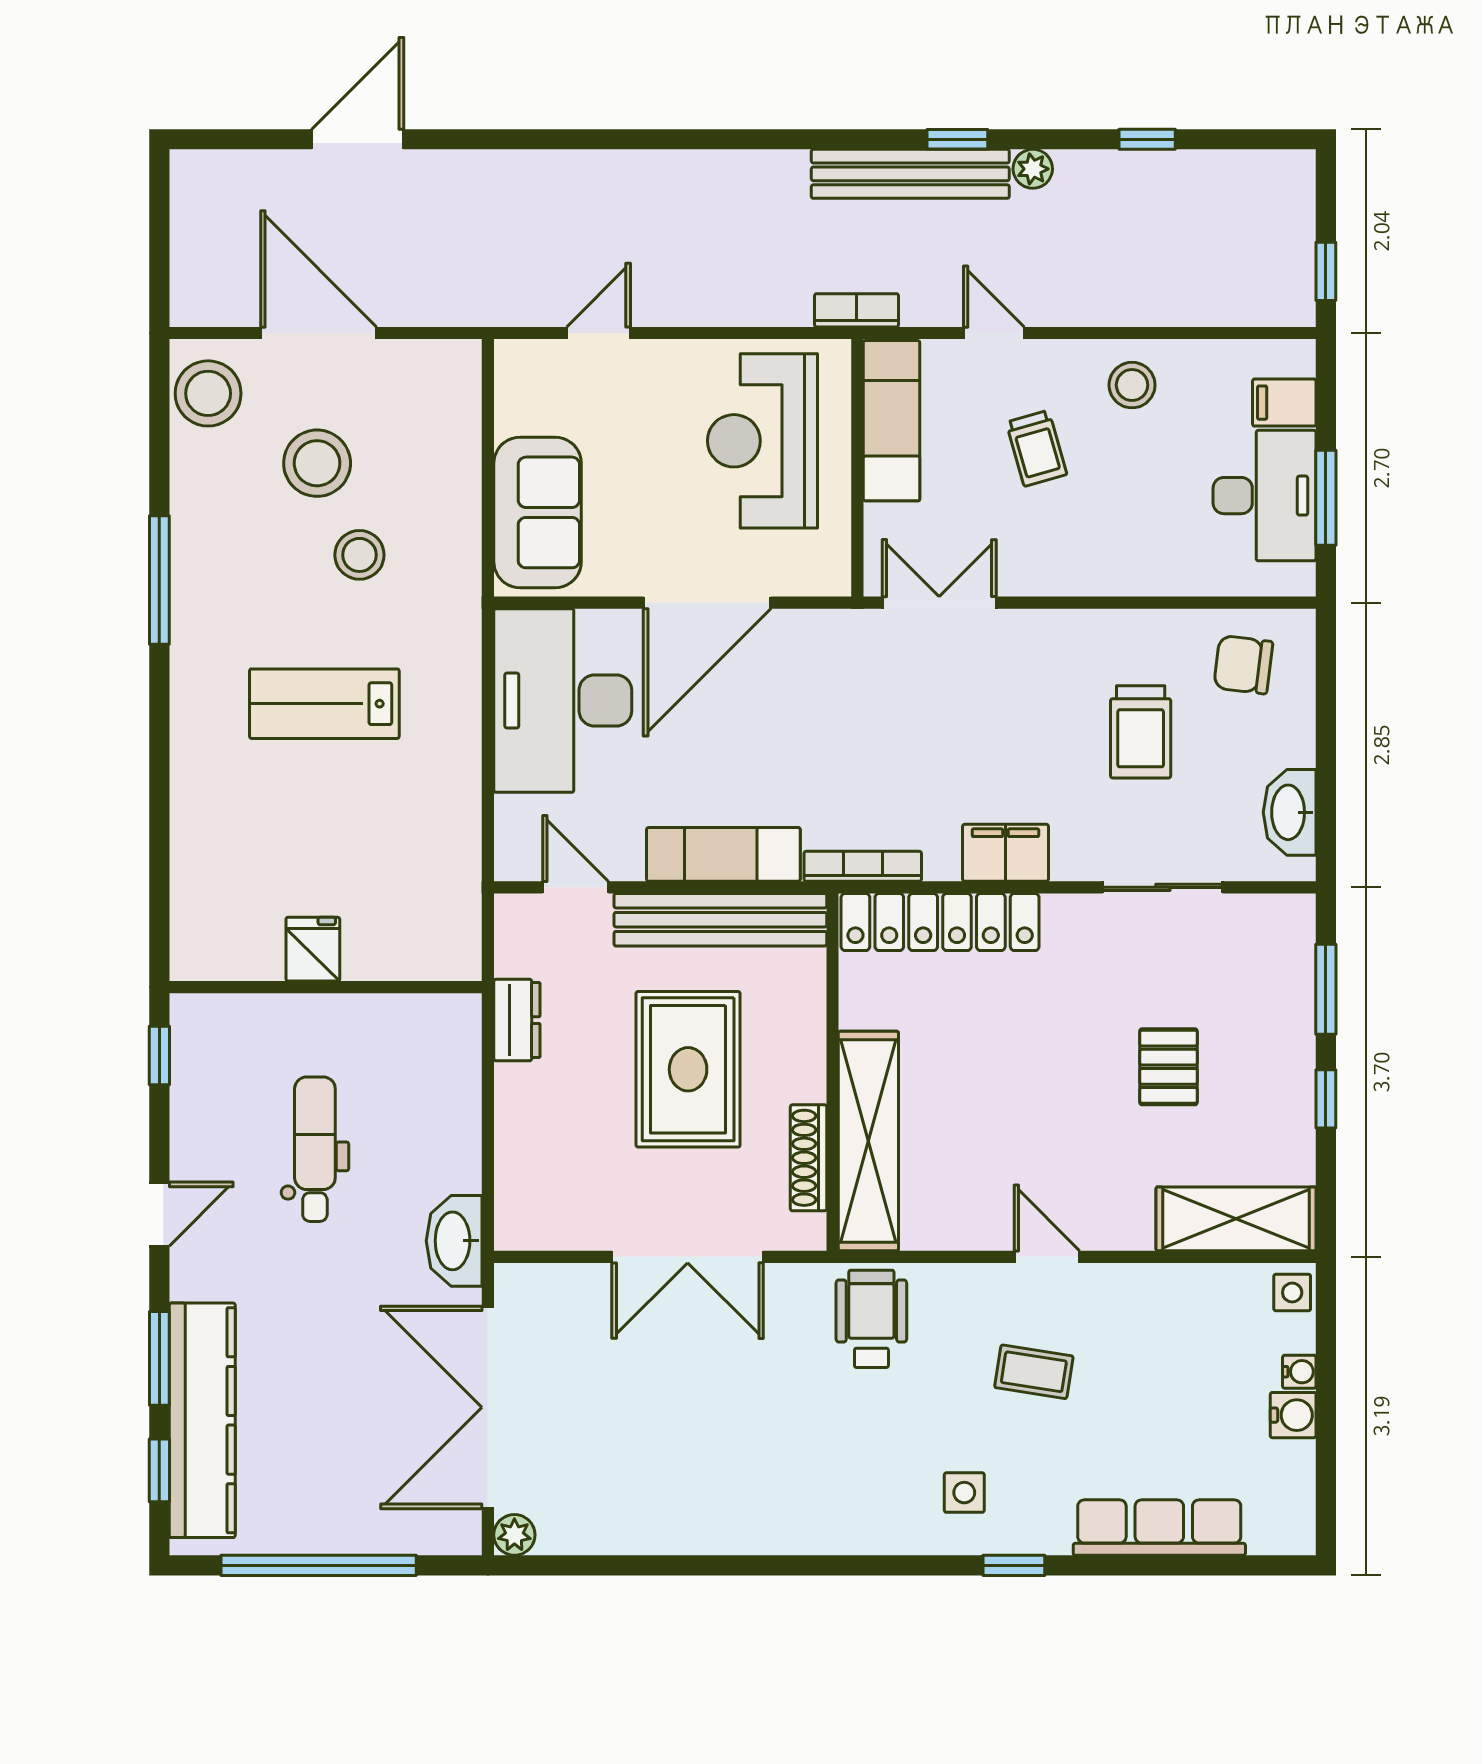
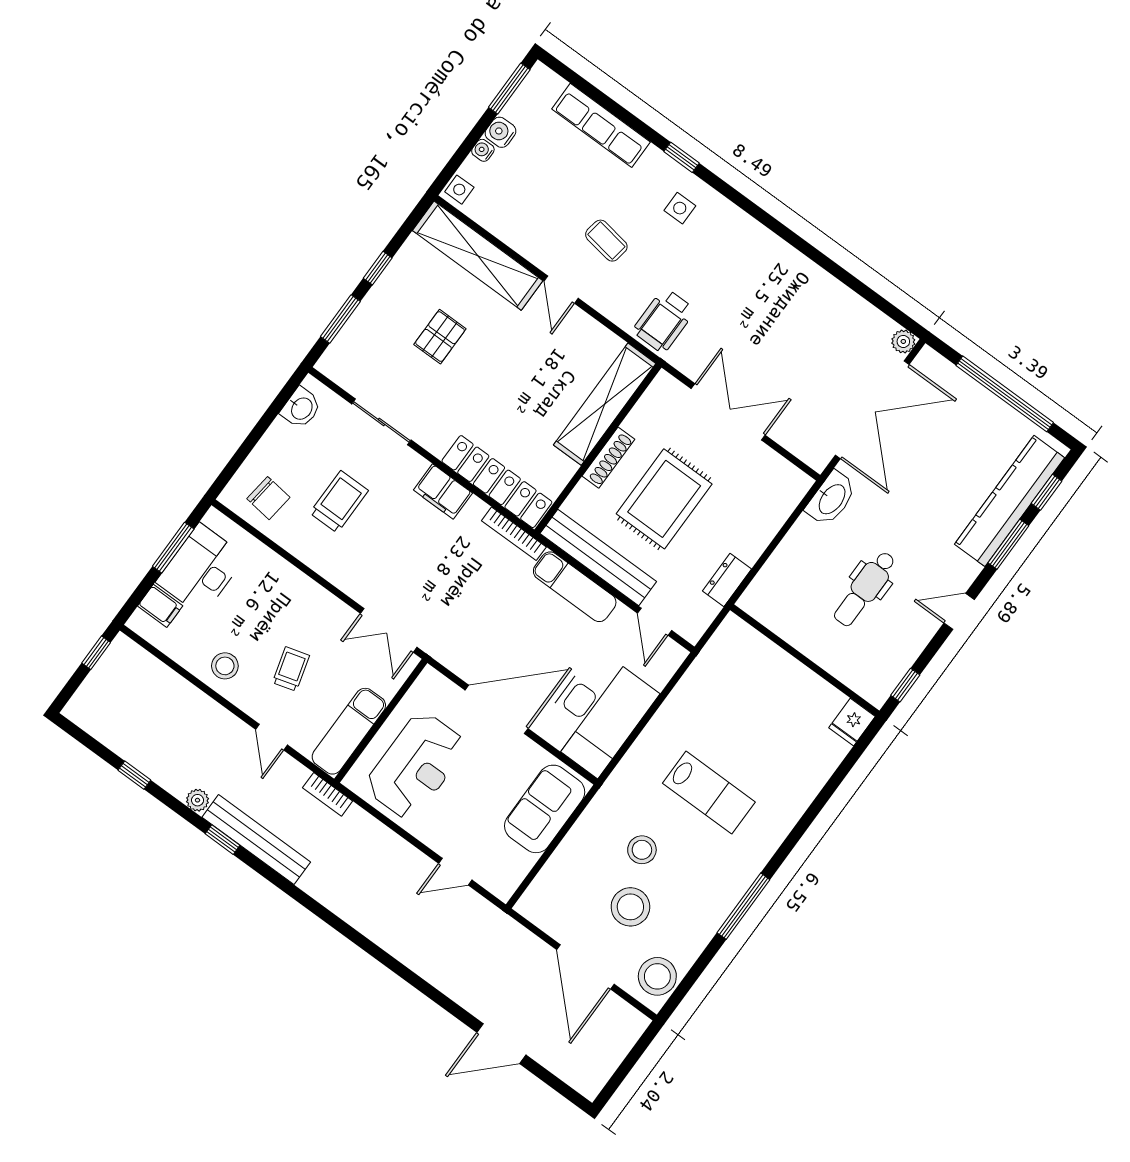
washbasin: (1290, 812) -> (301, 408), width x0.72
fridge: (313, 949) -> (852, 722), moved
shoe rack: (808, 1158) -> (608, 458), moved
shelving: (1236, 1219) -> (478, 256), width x1.47
window: (1326, 1485) -> (509, 88), added

